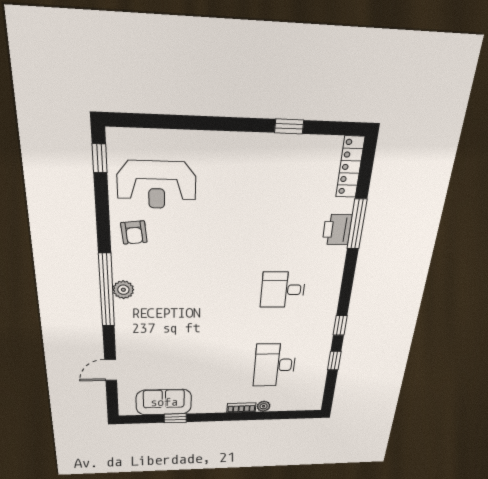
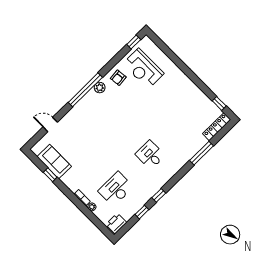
window: (289, 126) -> (219, 103), moved
printer: (337, 230) -> (116, 223), moved
plant: (123, 290) -> (100, 88), moved

